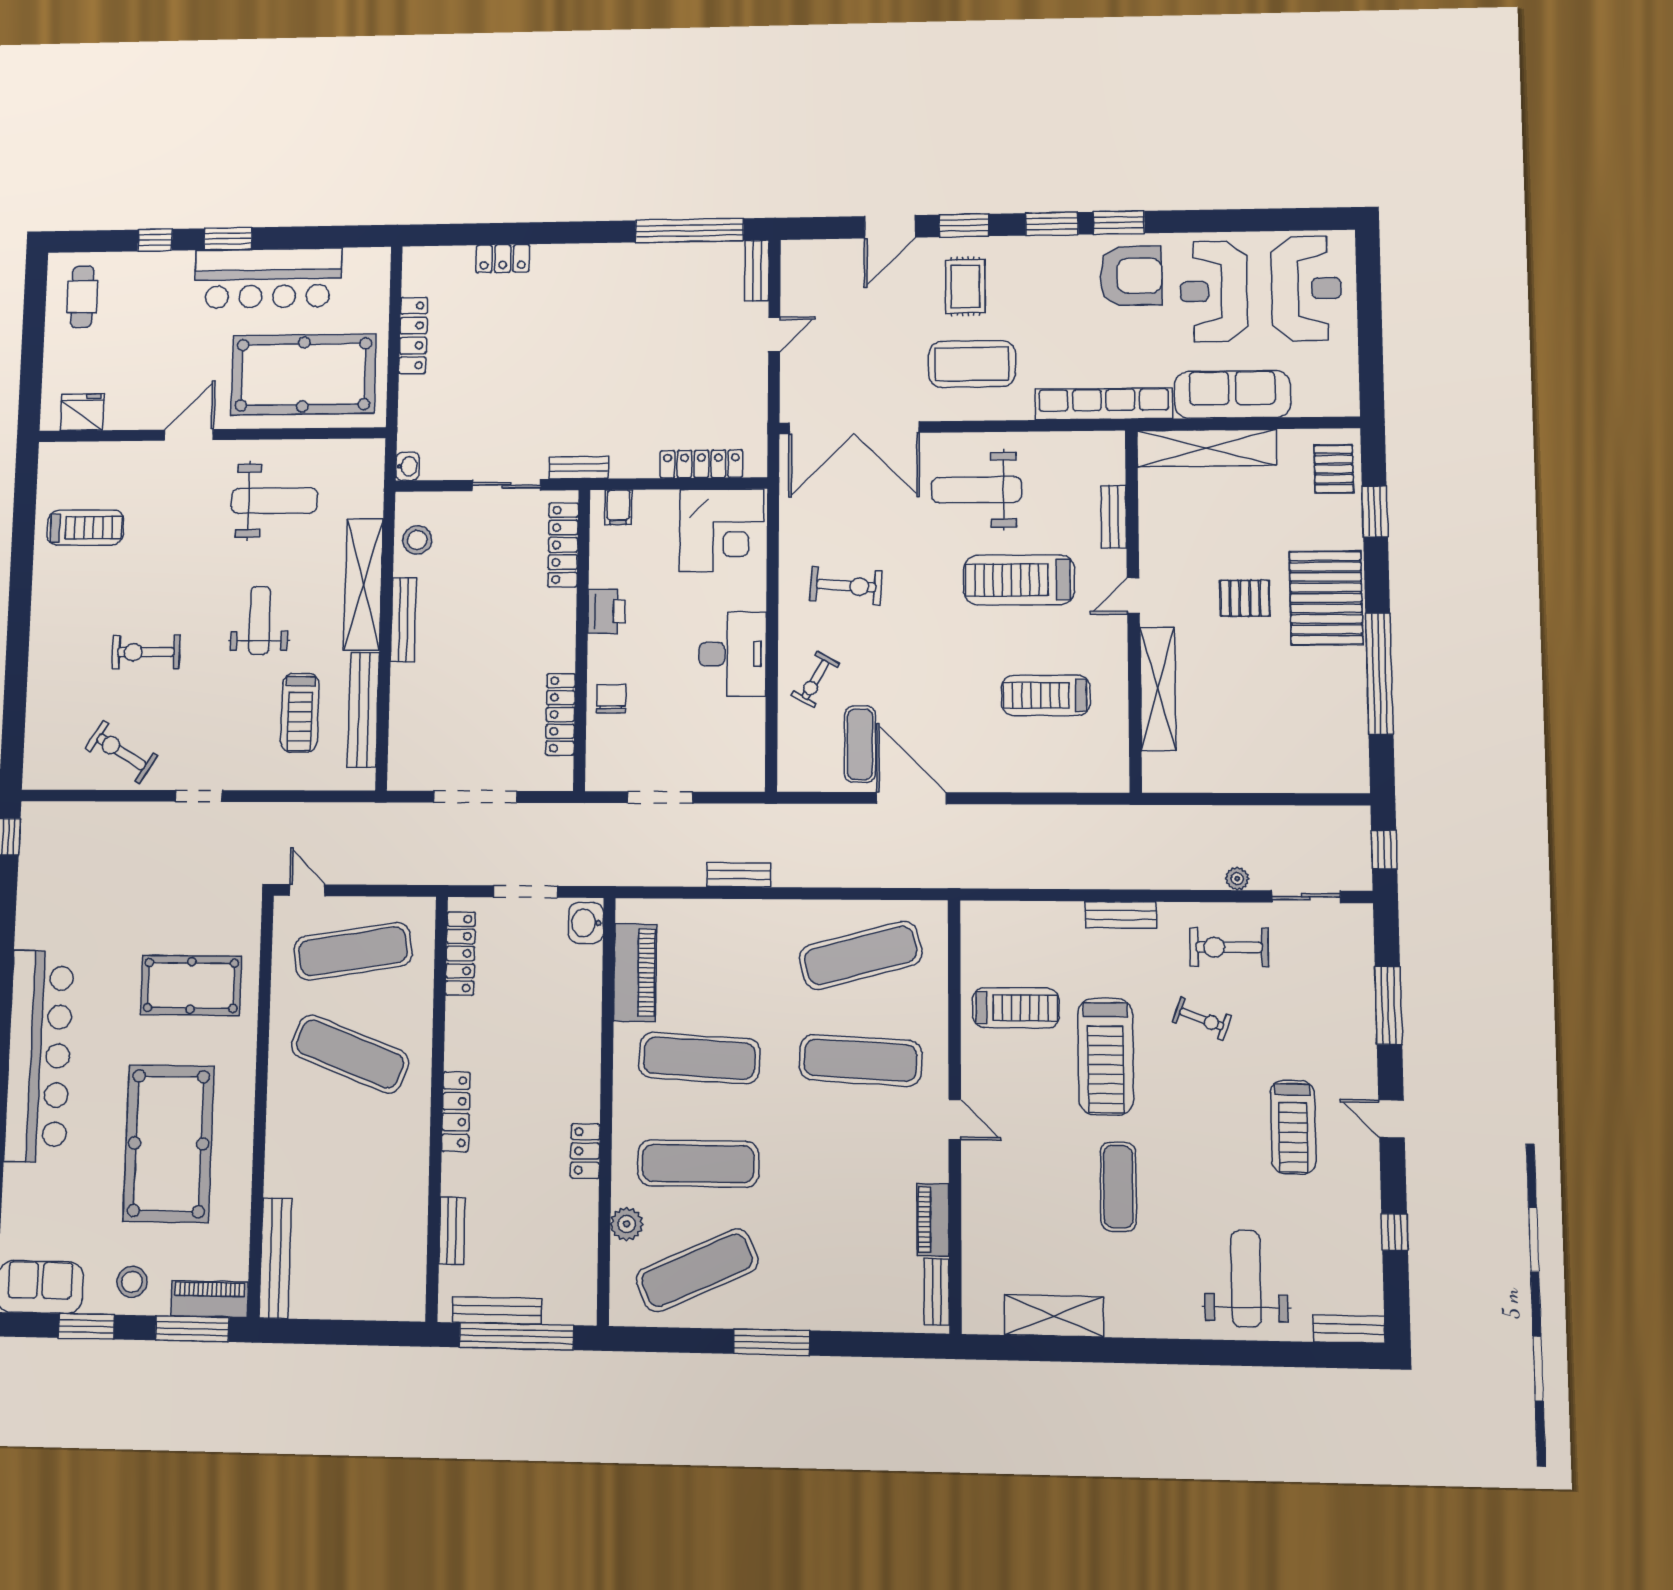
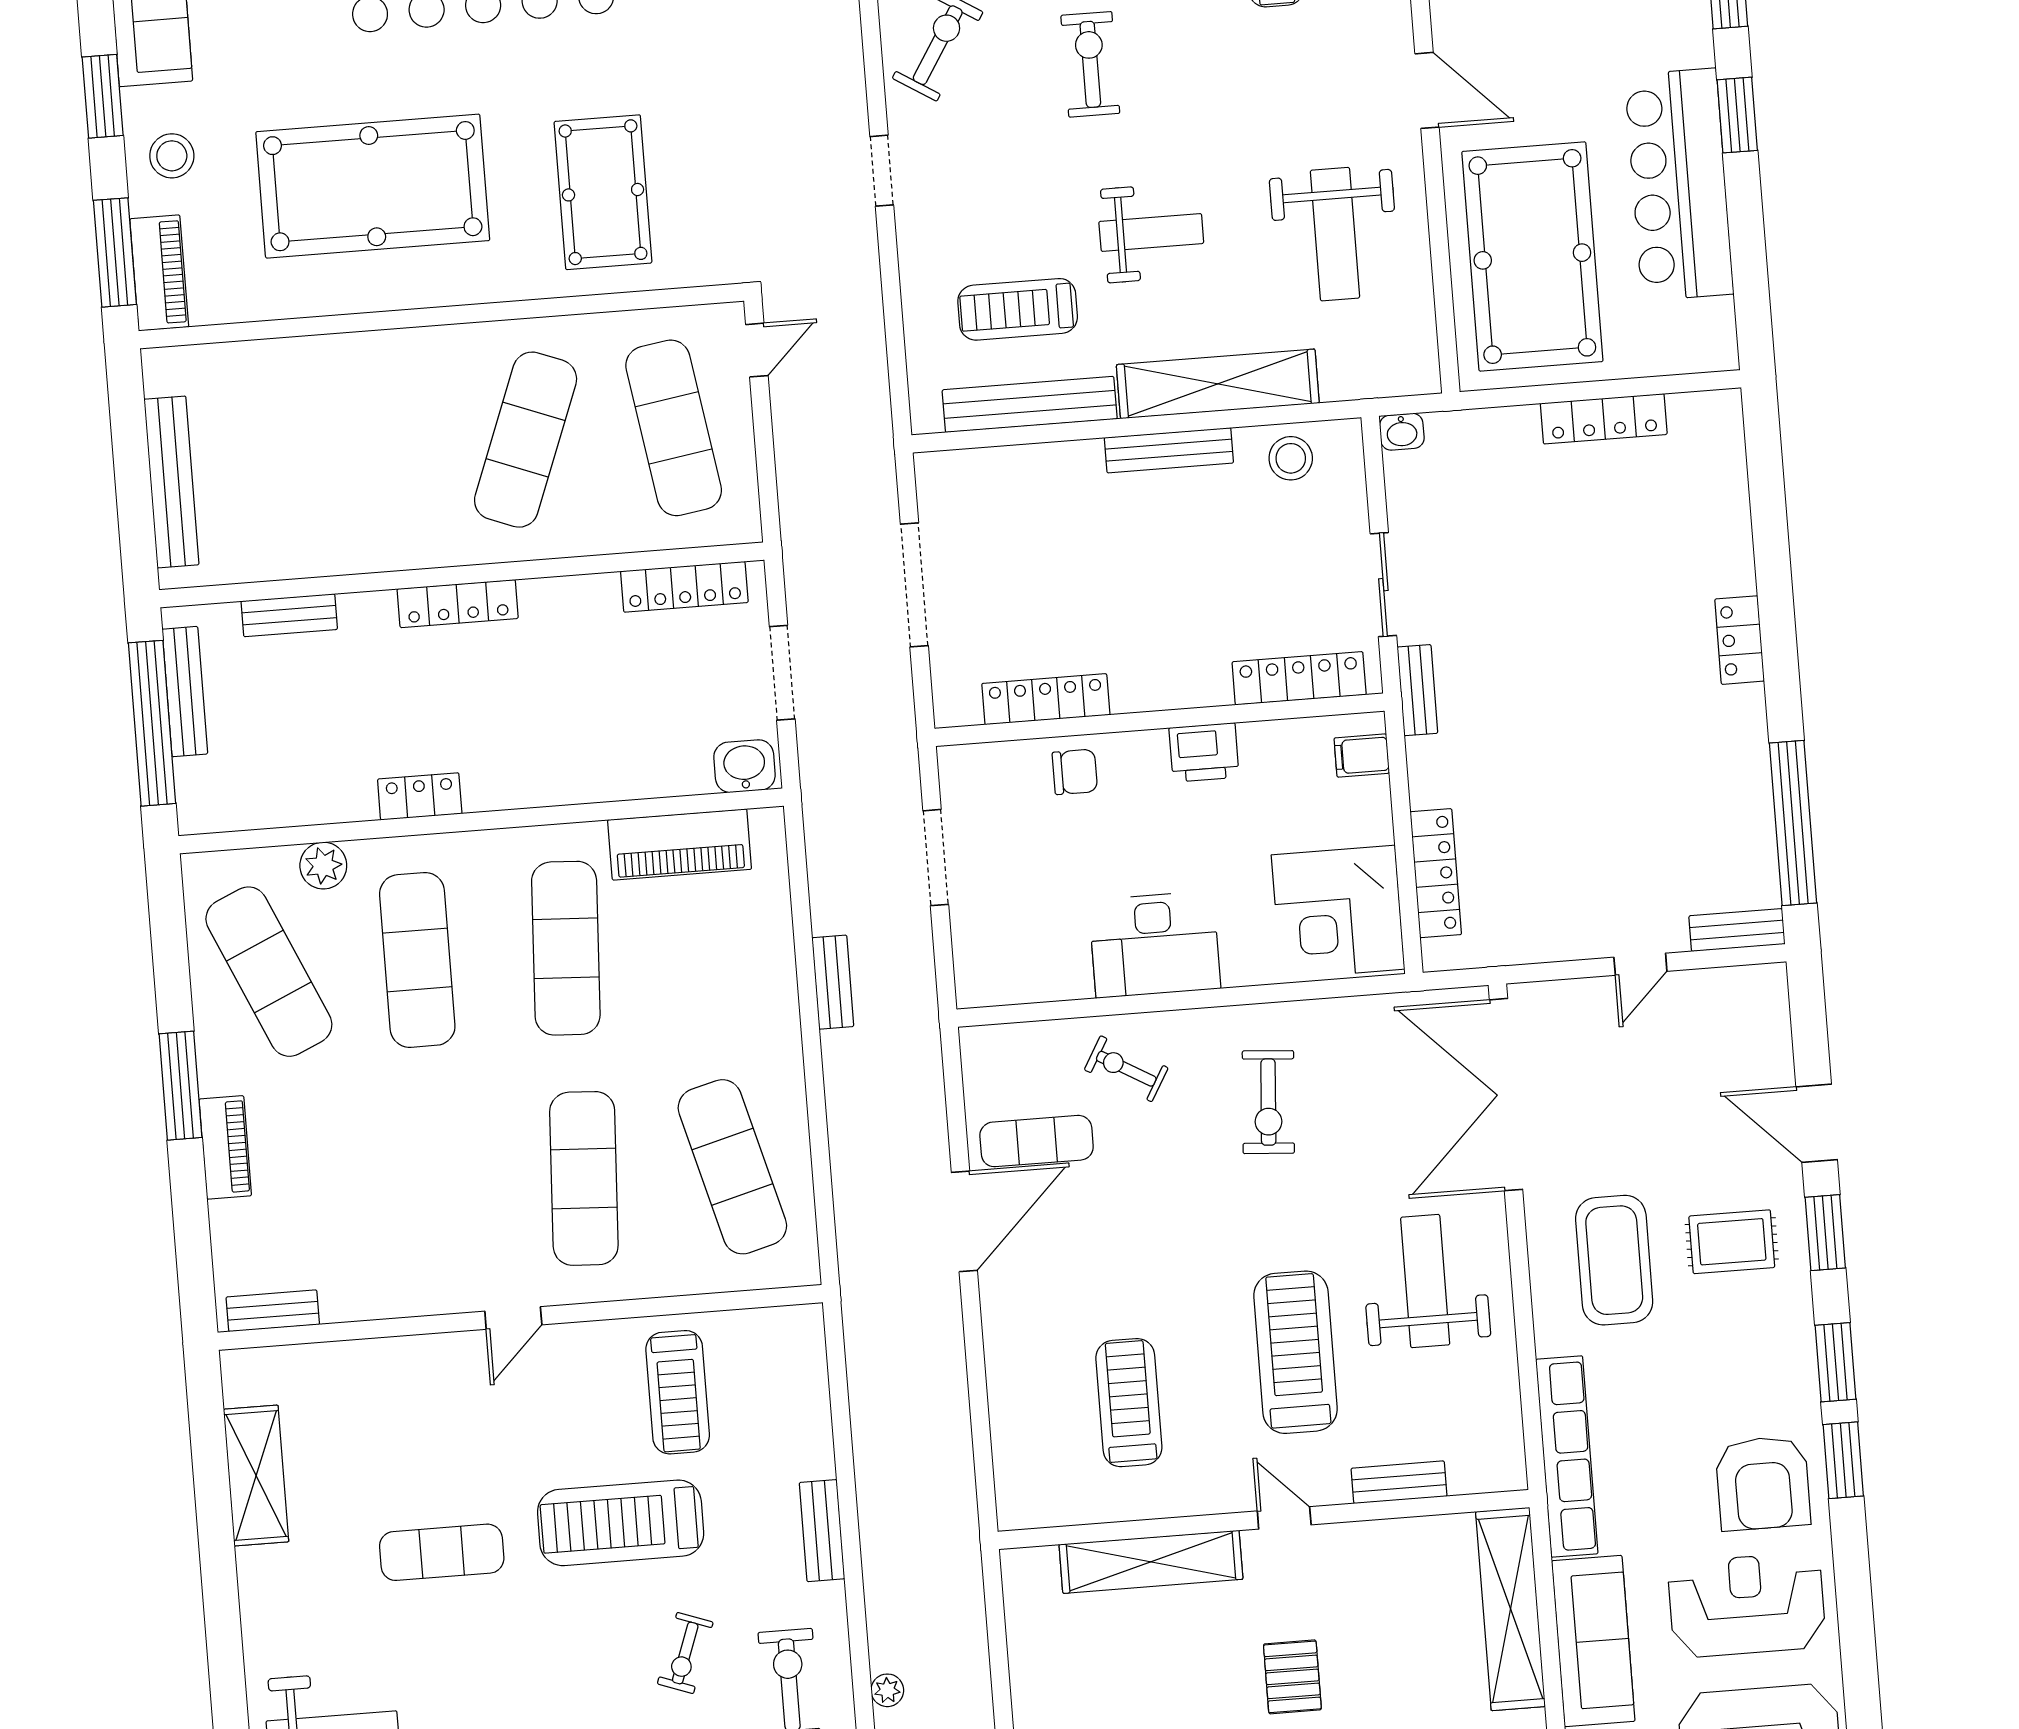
locker: (503, 259) -> (1740, 640), moved
door: (774, 334) -> (1640, 964), hinge flipped
piano: (933, 1220) -> (225, 1147), moved, turned 90
bench: (275, 1258) -> (171, 482), moved, turned 90

